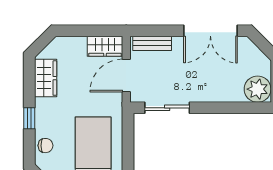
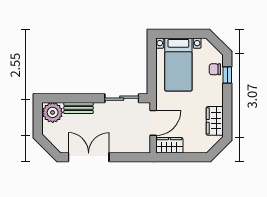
bench: (152, 43) -> (79, 108), moved
window: (29, 118) -> (227, 75), moved

